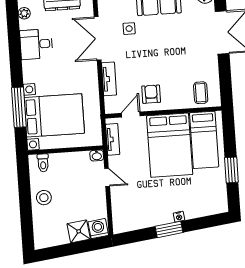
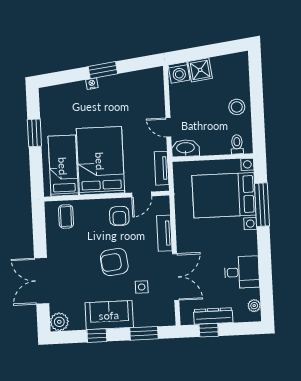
armchair: (155, 51) -> (114, 262), added
washbasin: (97, 156) -> (185, 148), width x1.91, depth x1.45

